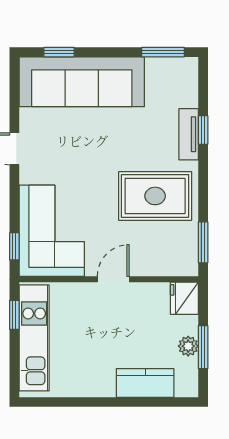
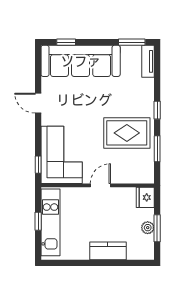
window: (203, 130) -> (157, 110), moved
tv unit: (189, 134) -> (148, 61), moved
window: (203, 242) -> (157, 149), moved
window: (14, 315) -> (38, 221), moved
kitchen counter: (145, 383) -> (108, 251), moved

